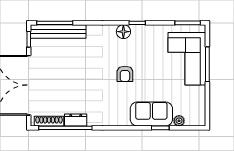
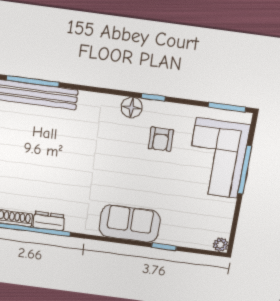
armchair: (125, 74) -> (161, 139), moved
sofa: (151, 114) -> (130, 224), moved
plant: (179, 121) -> (221, 245), moved

